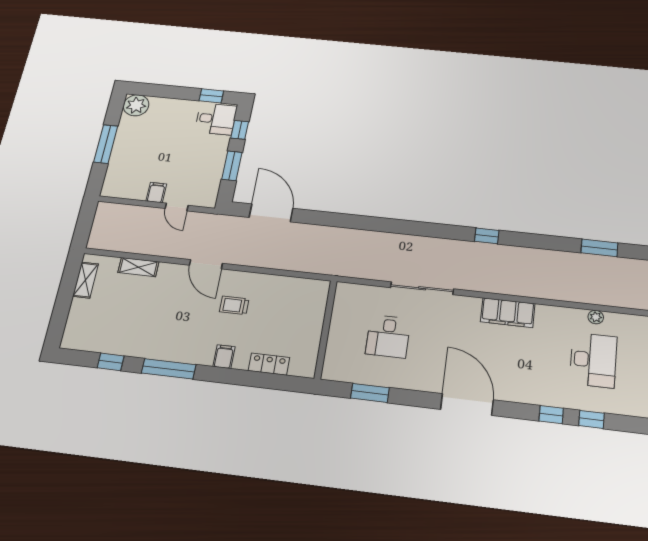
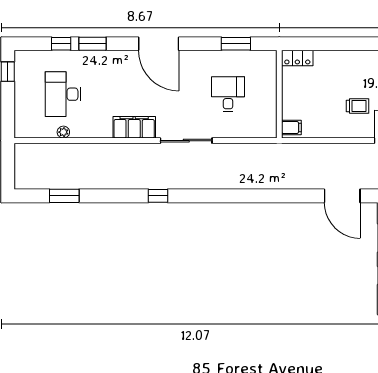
sliding door: (422, 288) -> (186, 141), moved
filing cabinet: (224, 357) -> (291, 127), moved, turned -90
locker: (269, 364) -> (297, 58), moved
window: (551, 415) -> (93, 44), width x1.50

